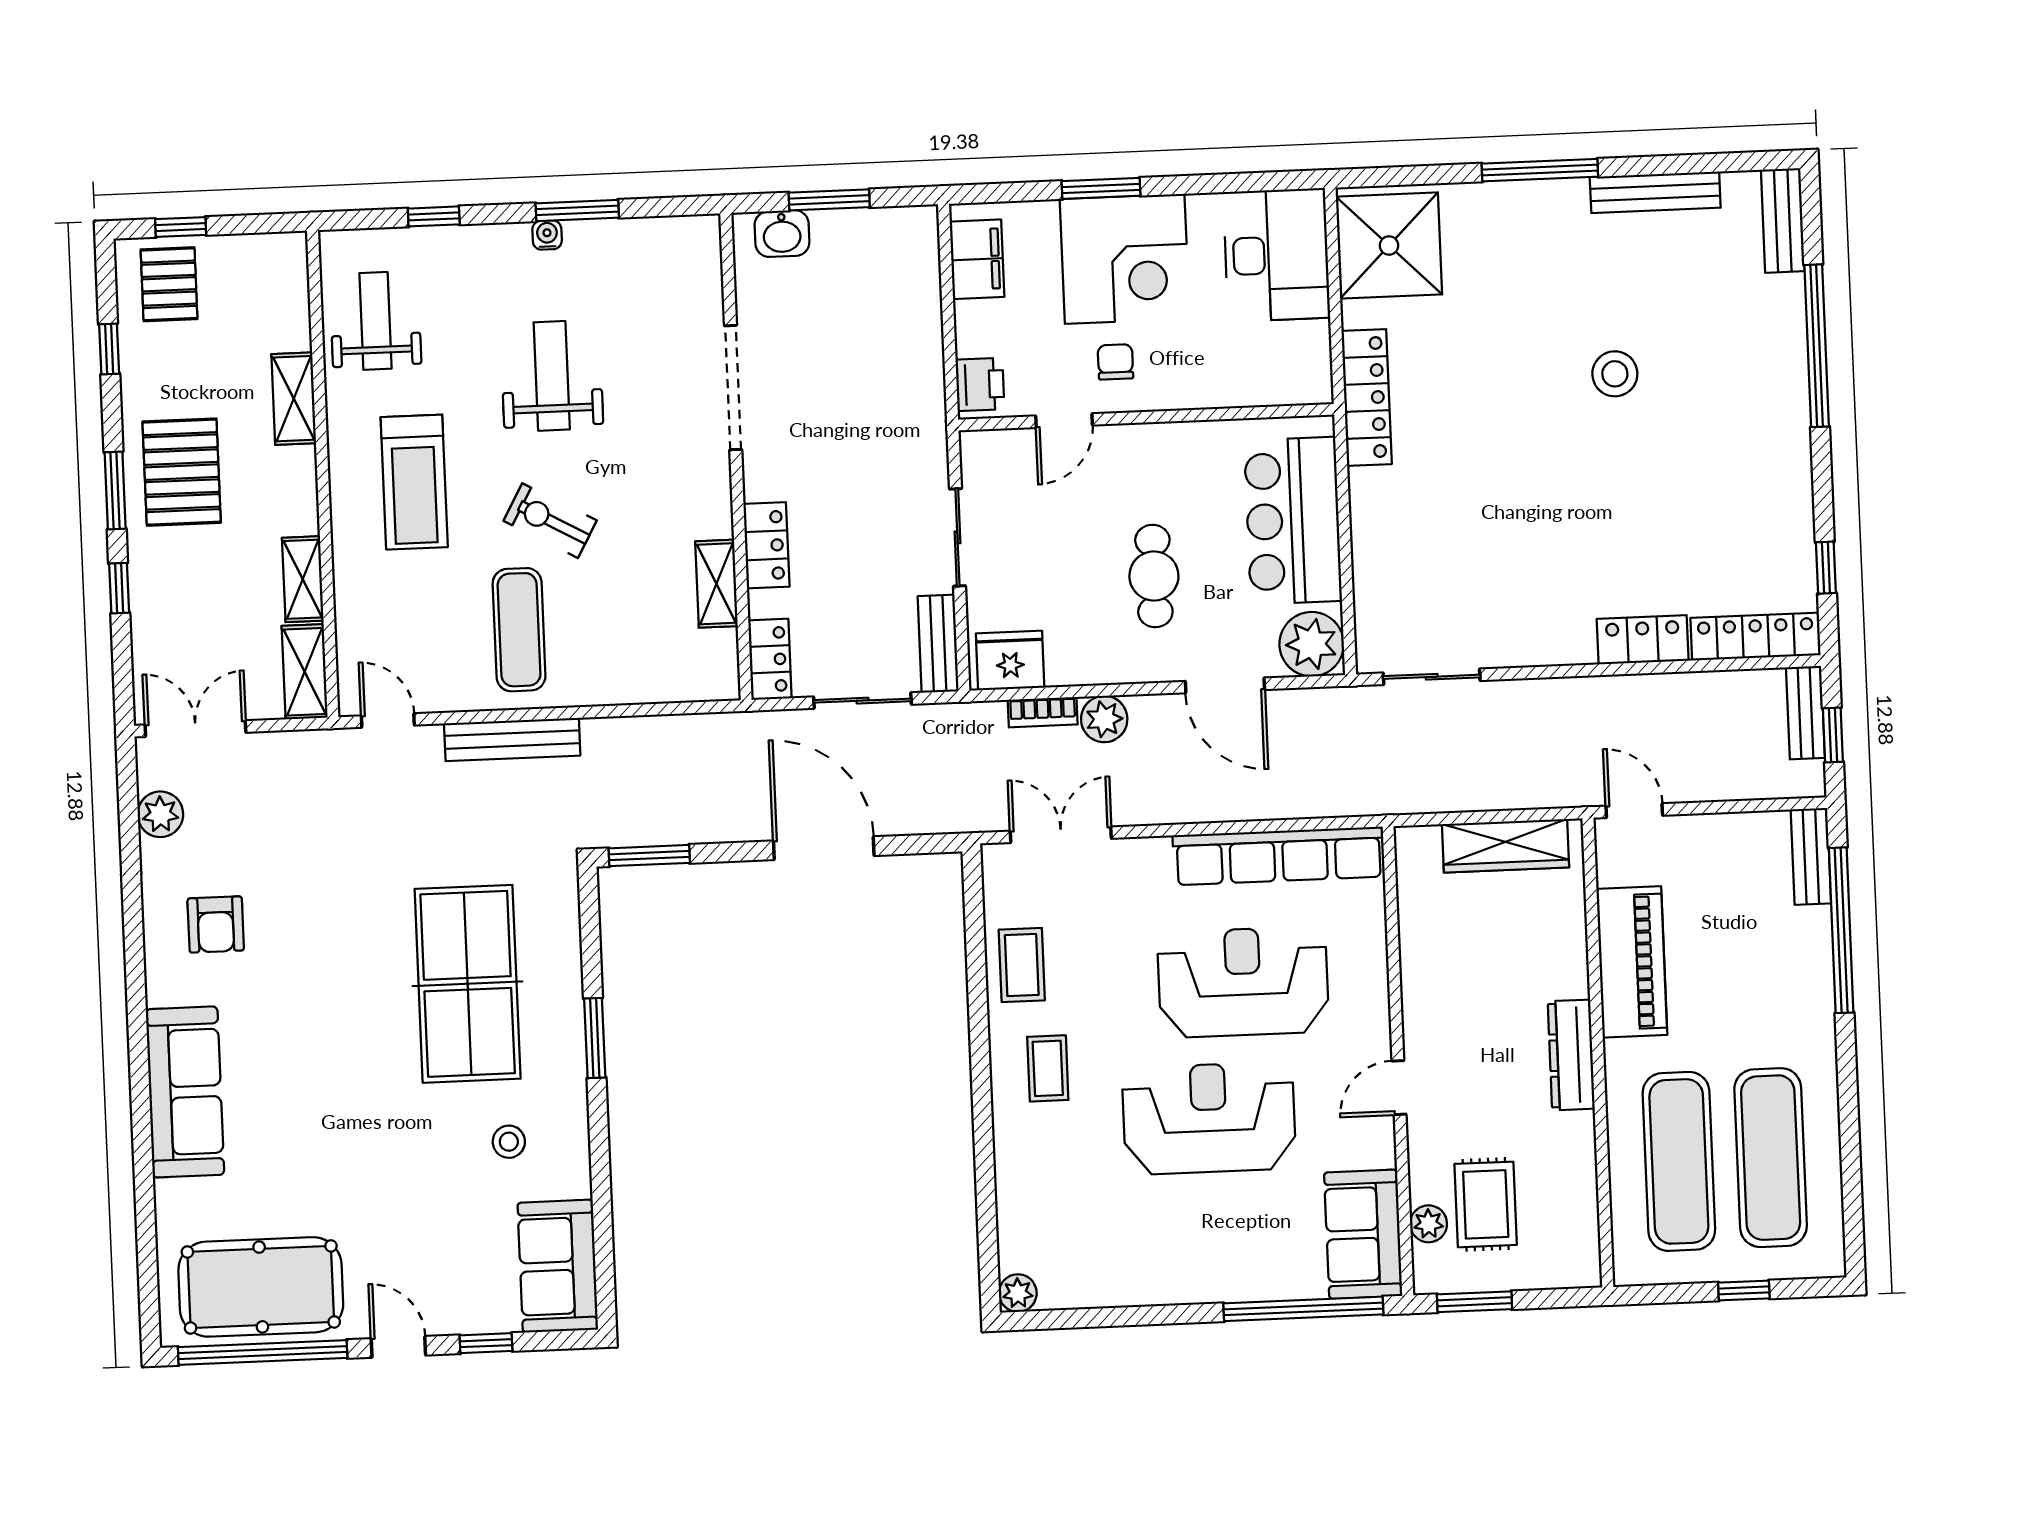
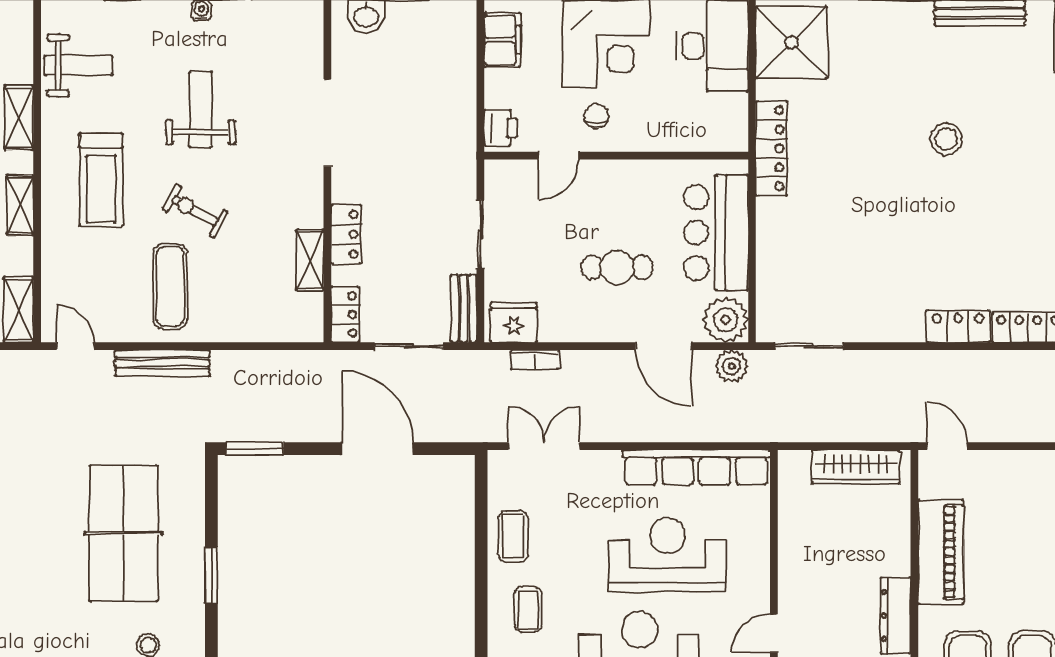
weight bench: (375, 321) -> (79, 66), turned 90
cafe table: (1154, 576) -> (617, 267), turned 90
shelving: (303, 579) -> (20, 205), moved
plant: (1104, 719) -> (732, 366), moved

